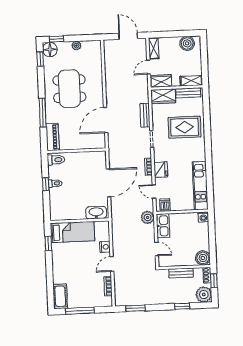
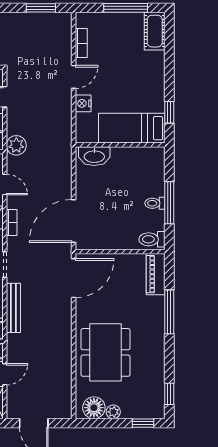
floor lamp: (50, 49) -> (94, 408), moved
dining table: (69, 89) -> (105, 352), moved
bench: (145, 115) -> (13, 308), width x1.36
door: (106, 120) -> (74, 278), moved
door: (108, 183) -> (74, 221), moved
window: (46, 184) -> (169, 203), width x2.17

